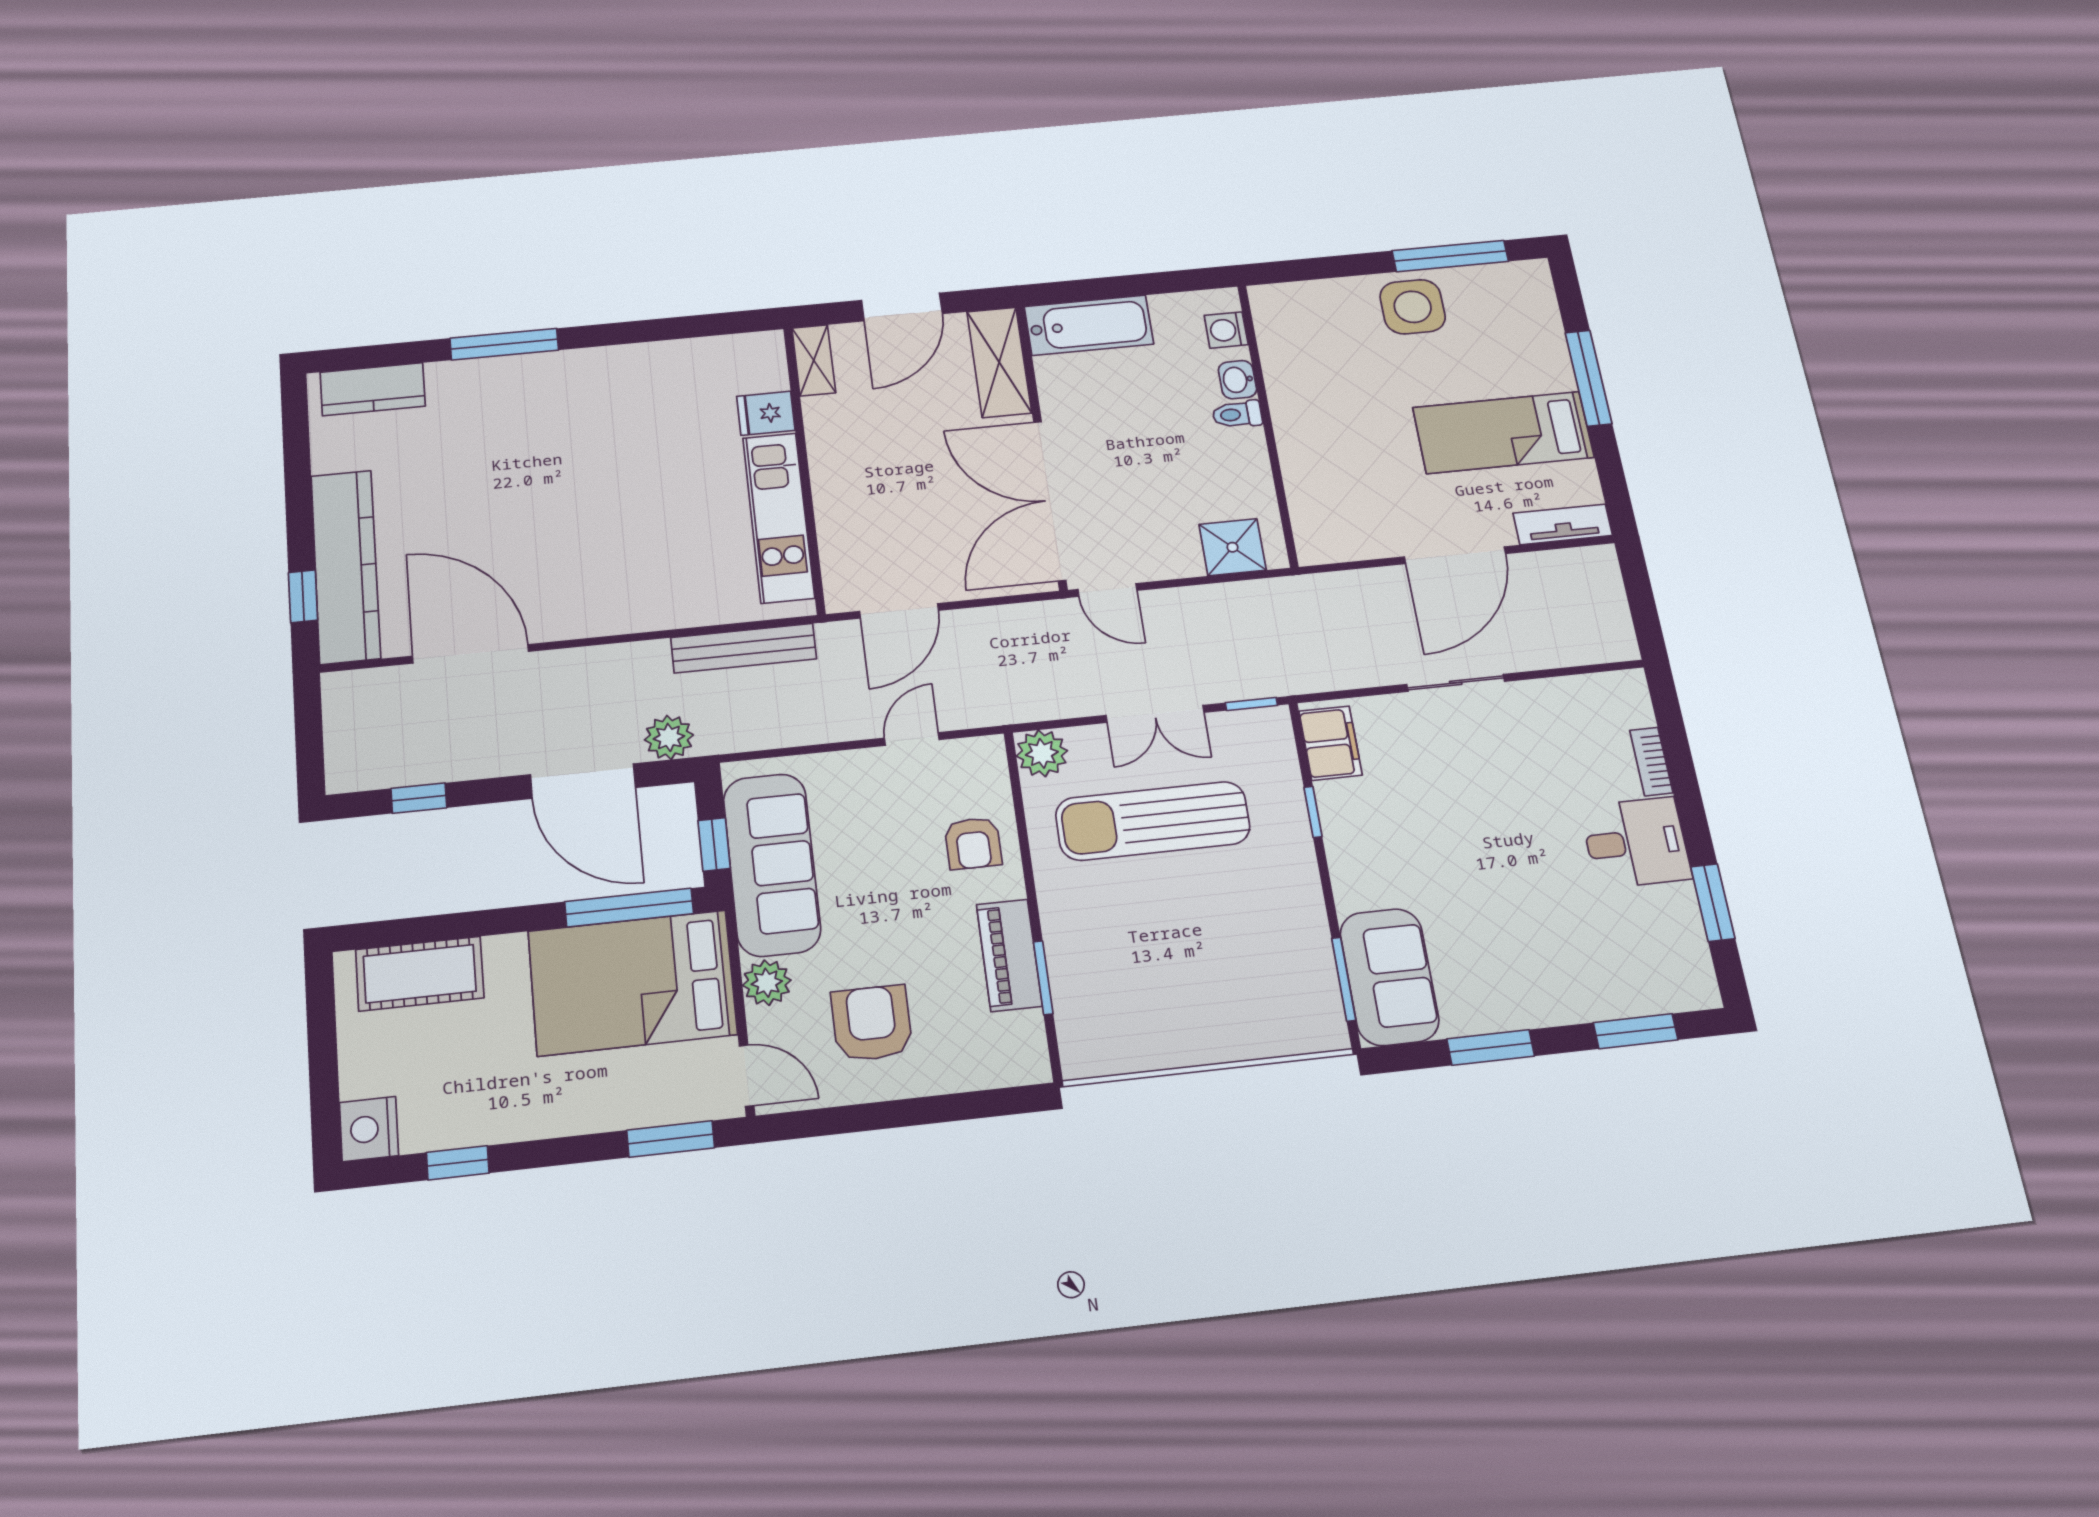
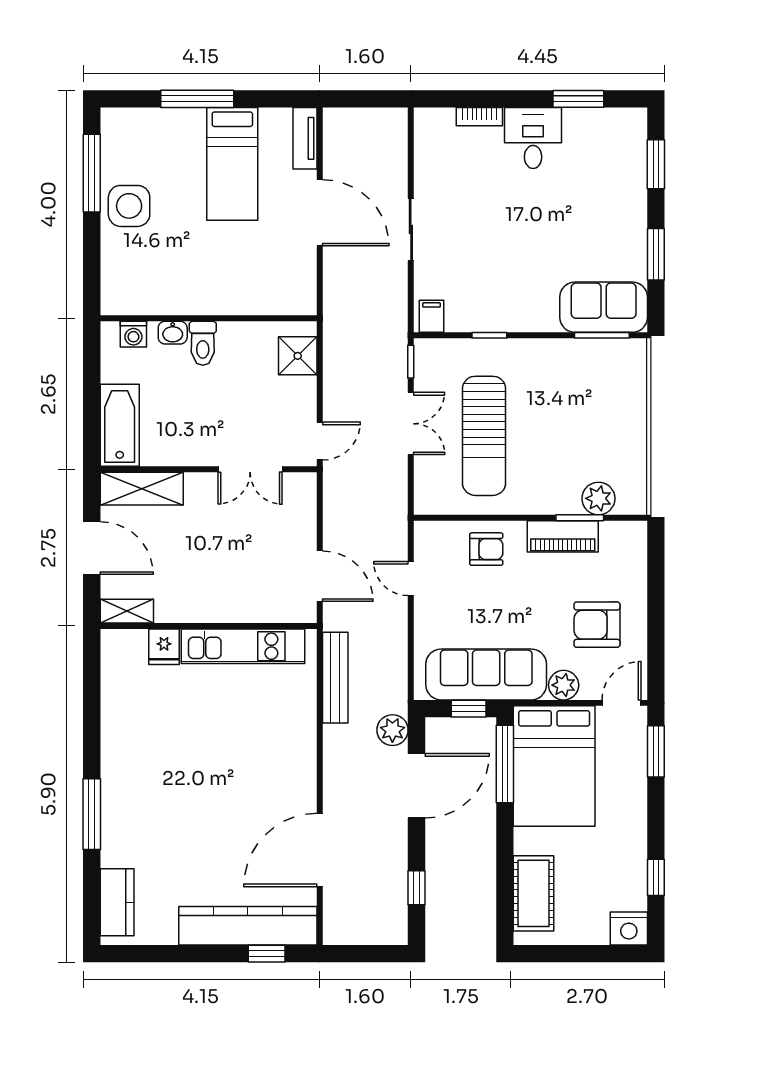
toilet: (1237, 414) -> (203, 343), width x1.37, depth x1.39
double door: (1050, 500) -> (250, 469), width x0.54
filing cabinet: (1331, 743) -> (432, 316), width x0.50
plant: (1042, 753) -> (598, 498), moved

